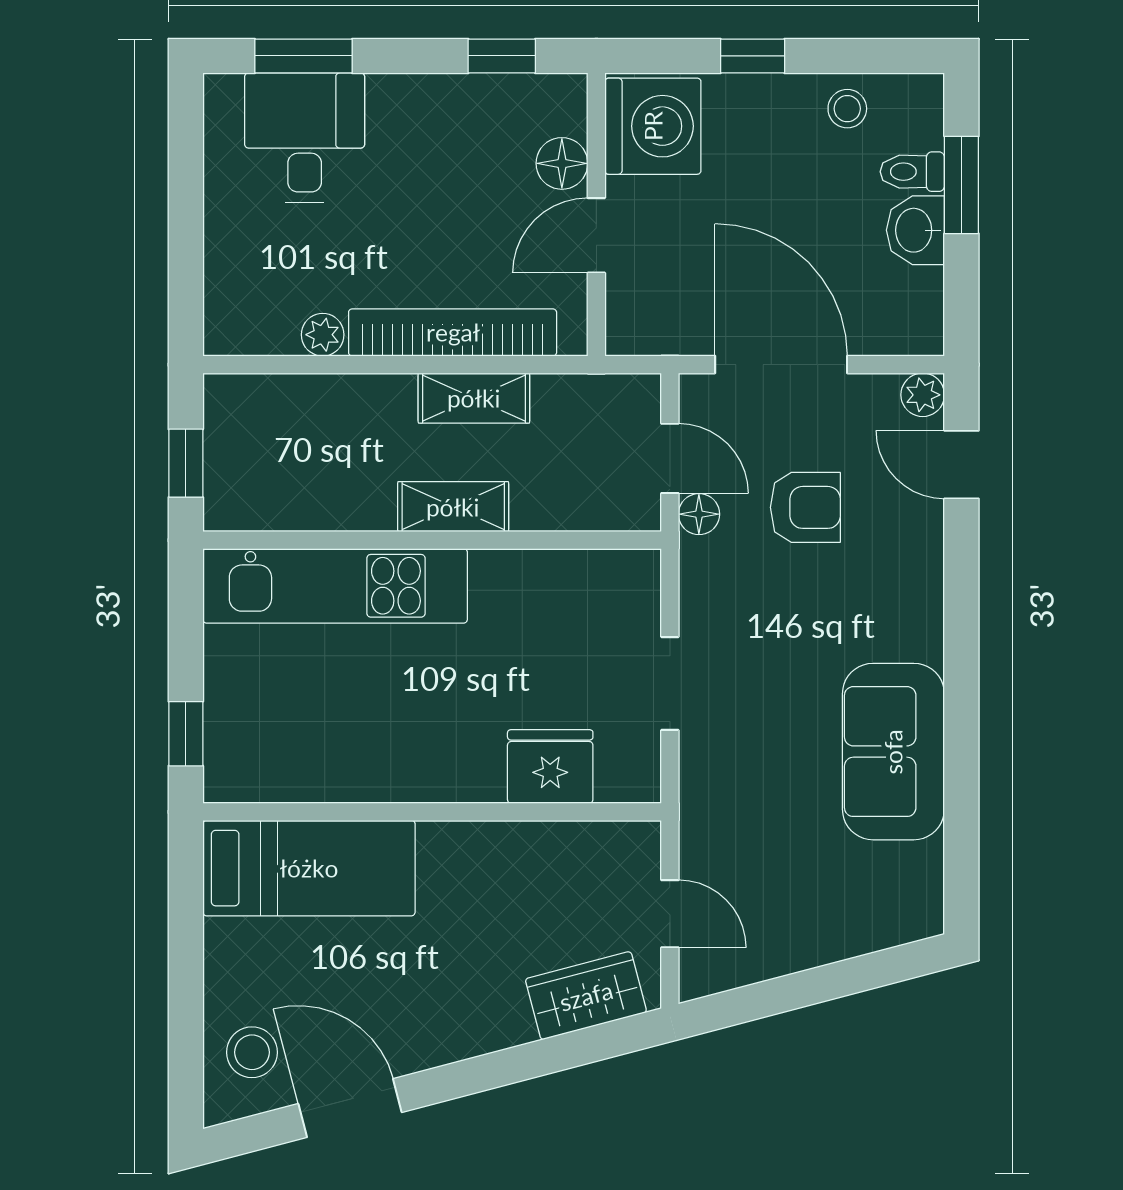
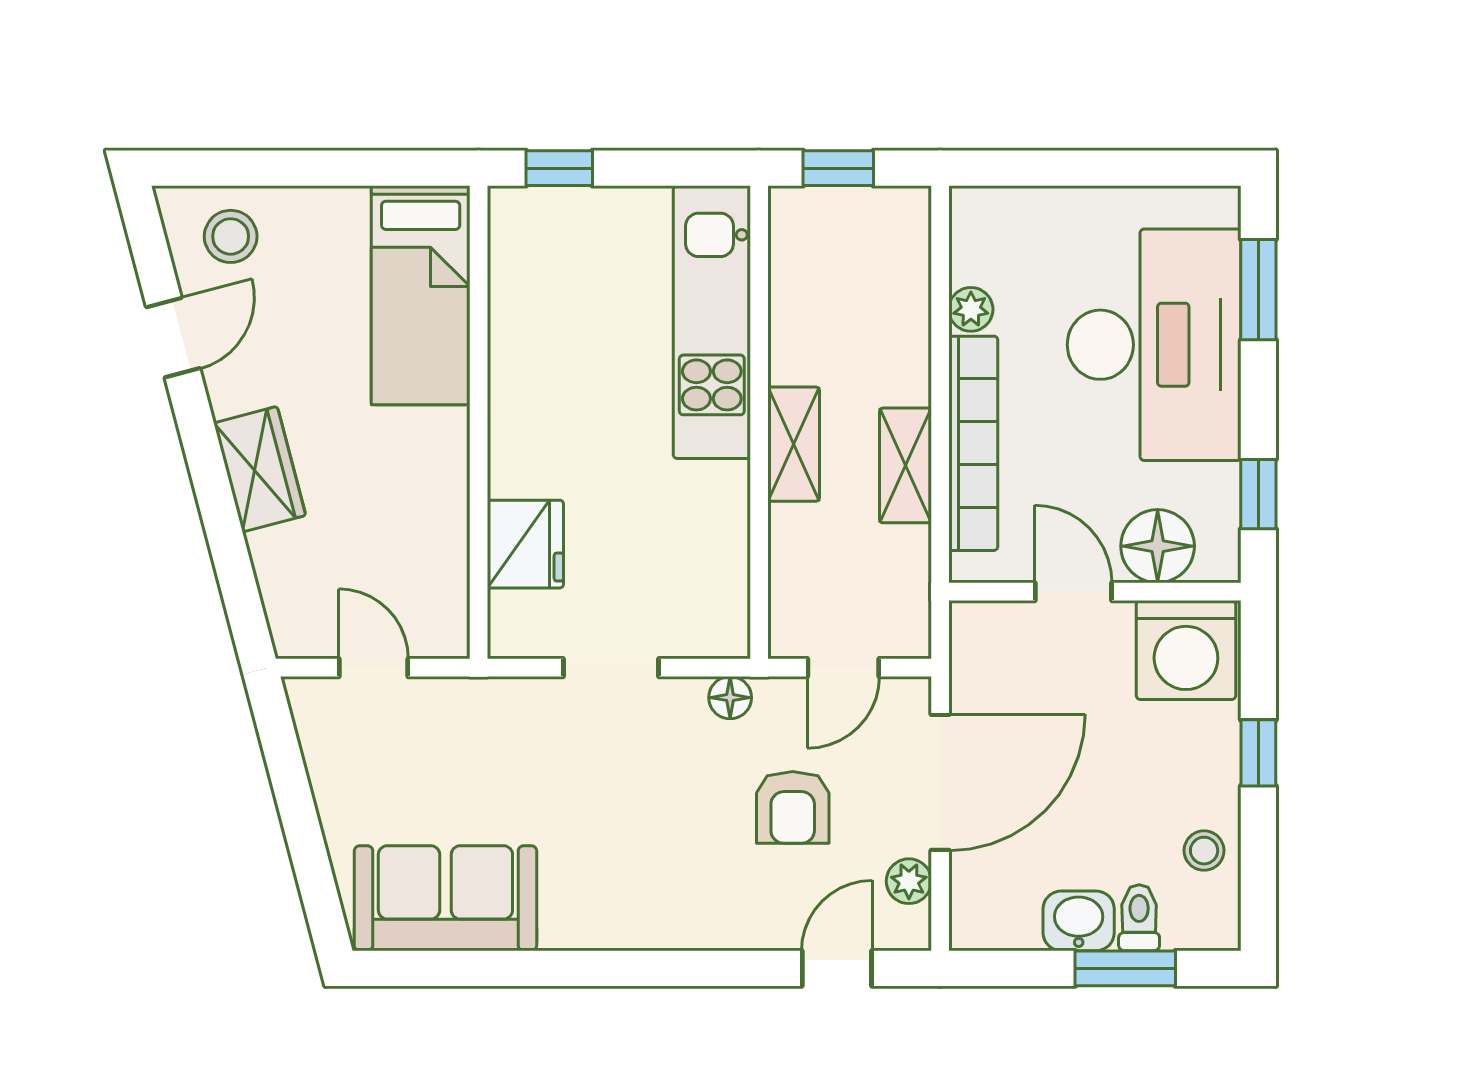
desk: (305, 138) -> (1154, 345), width x1.87, depth x1.30
floor lamp: (562, 163) -> (1158, 546), width x1.38, depth x1.38
plant: (923, 395) -> (909, 881), moved
floor lamp: (699, 514) -> (730, 698), moved
sofa: (893, 752) -> (445, 898), moved
door: (670, 914) -> (373, 668), swing flipped
wardrobe: (586, 996) -> (260, 469), moved
door: (350, 1108) -> (173, 338), width x0.73

